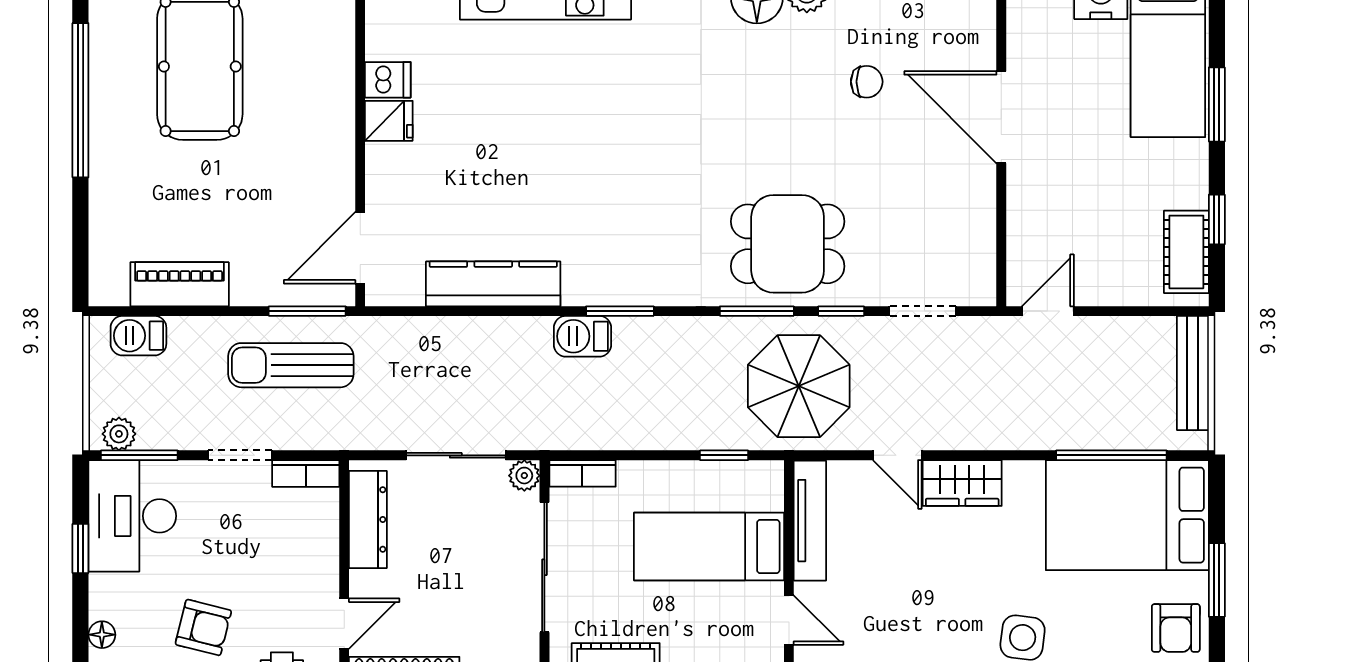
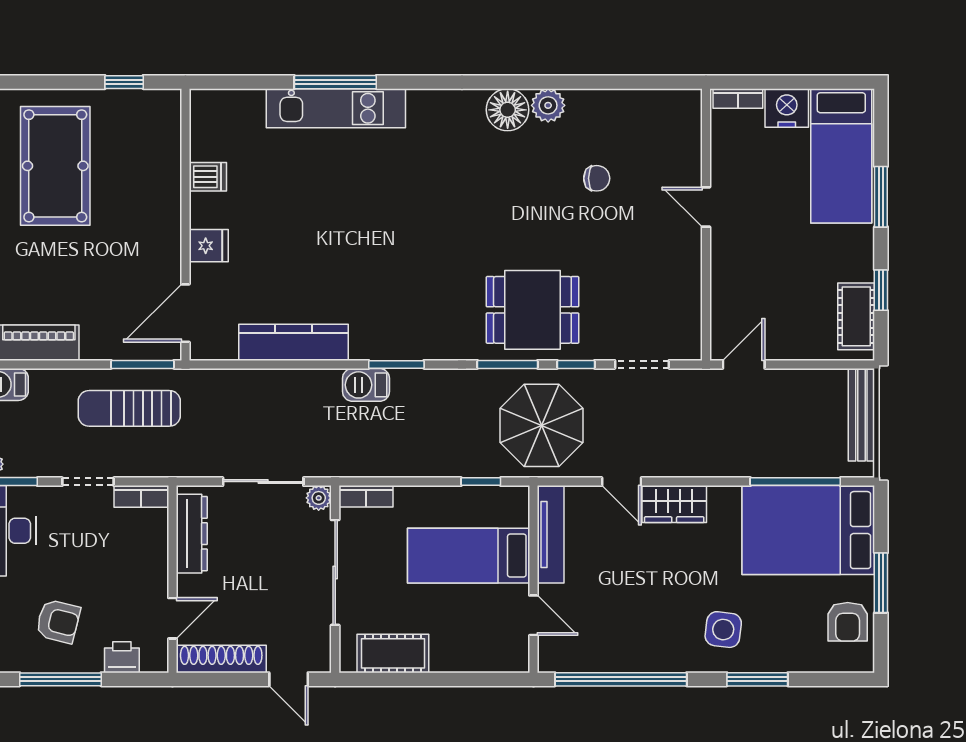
door: (1001, 117) -> (706, 207), width x0.53
fridge: (389, 121) -> (209, 246), moved

